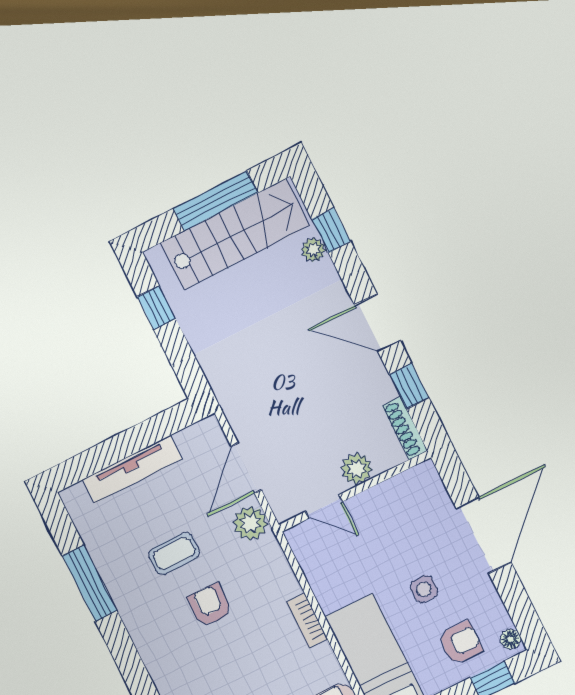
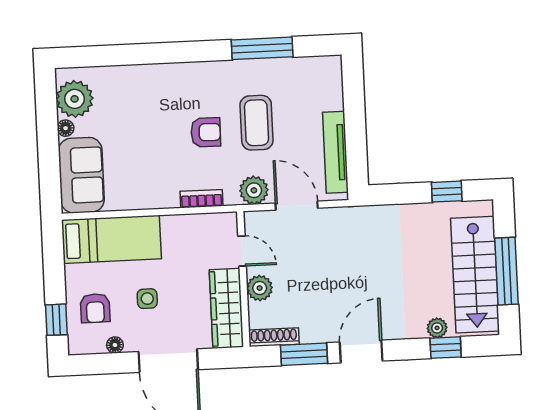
window: (409, 386) -> (304, 354), width x1.50
tv unit: (132, 469) -> (335, 152), moved
wardrobe: (396, 496) -> (226, 308), added
door: (324, 507) -> (242, 251), swing flipped
coffee table: (174, 553) -> (257, 123), width x1.36, depth x1.30
bookcase: (307, 620) -> (201, 199), moved
floor lamp: (511, 639) -> (115, 345), moved

